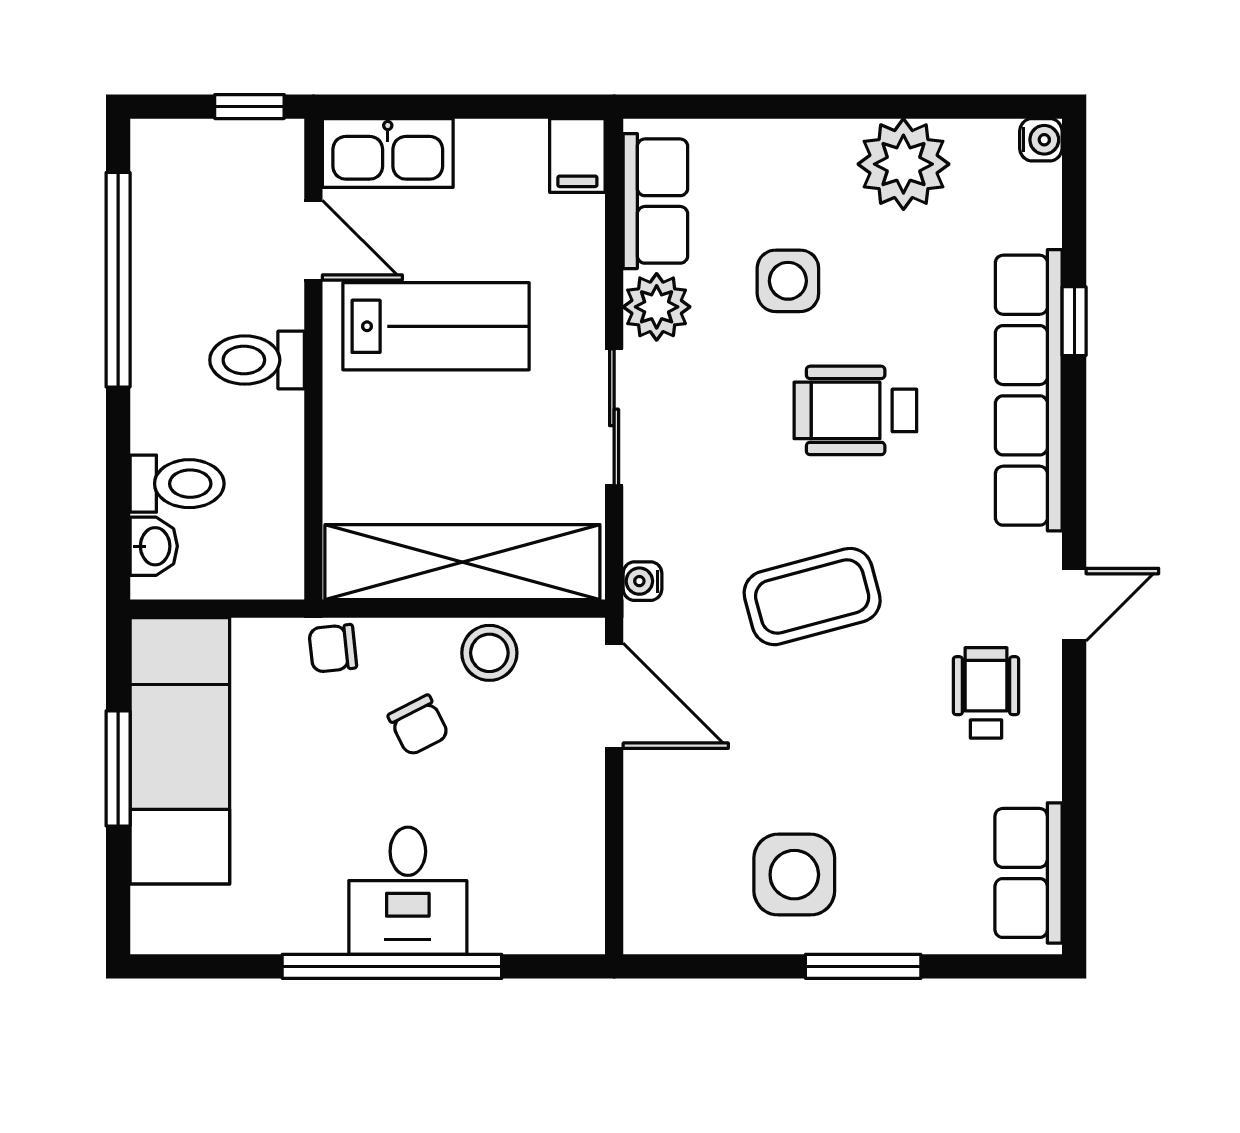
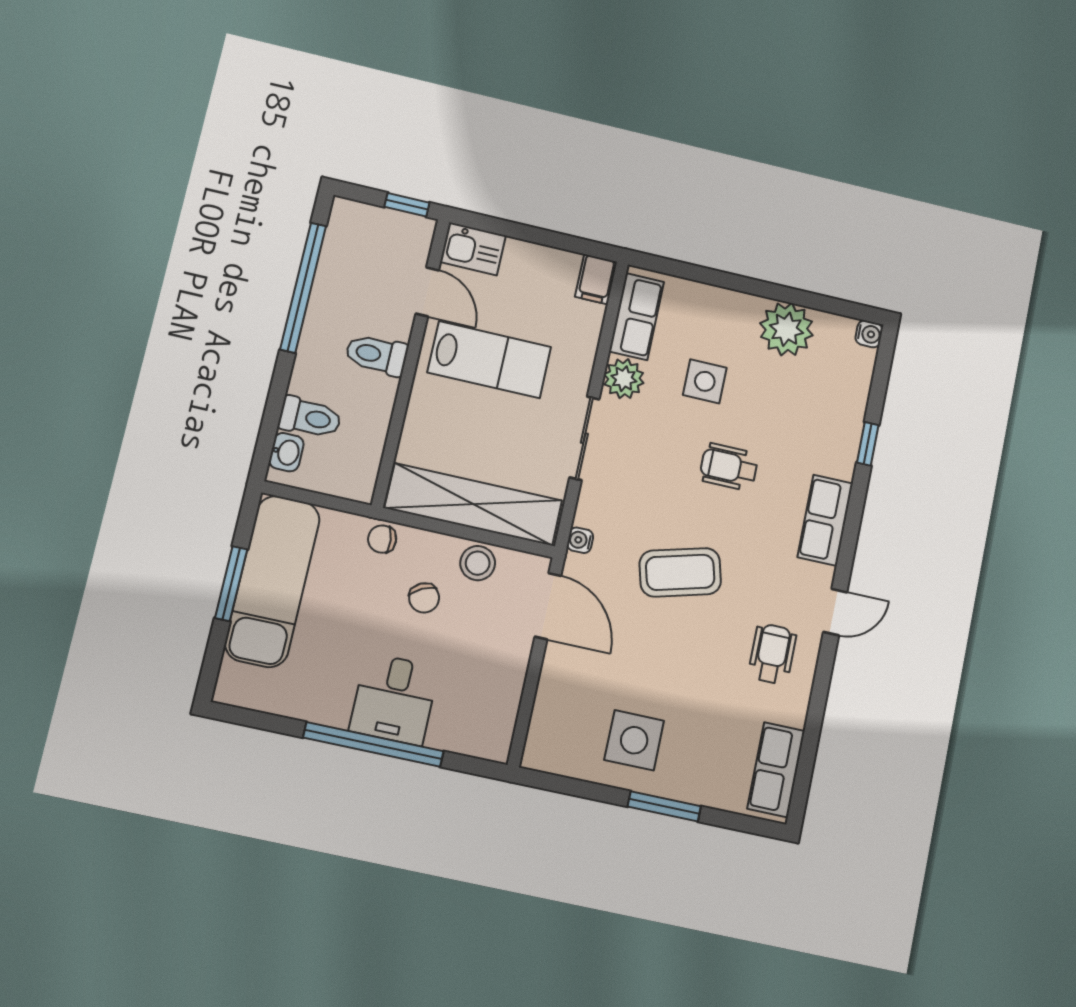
kitchen sink: (388, 153) -> (473, 249), width x0.73
row of seats: (1029, 390) -> (825, 520), width x0.50
wheelchair: (855, 410) -> (729, 467), width x0.73, depth x0.73

